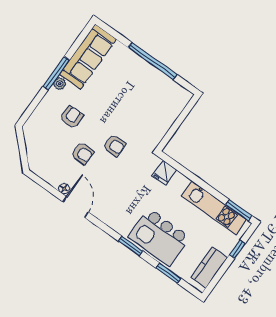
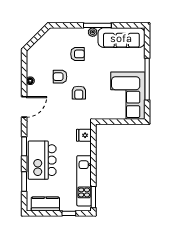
corner sofa: (156, 95) -> (128, 96), added
armchair: (83, 153) -> (60, 77), turned 90
door: (76, 207) -> (24, 107), moved

